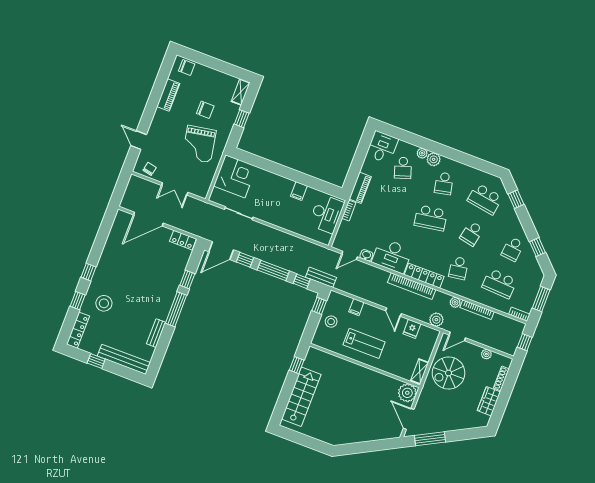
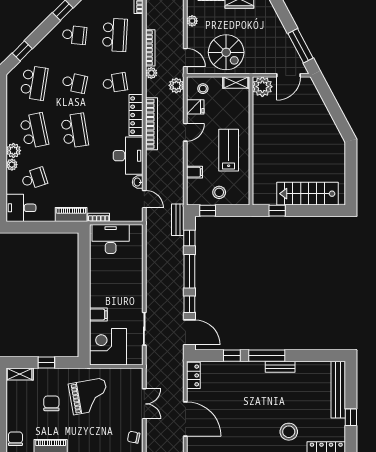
school desk: (444, 183) -> (34, 131), width x1.85
filing cabinet: (299, 191) -> (98, 315), moved
bench: (156, 333) -> (280, 367), moved
stool: (425, 341) -> (203, 89), added

